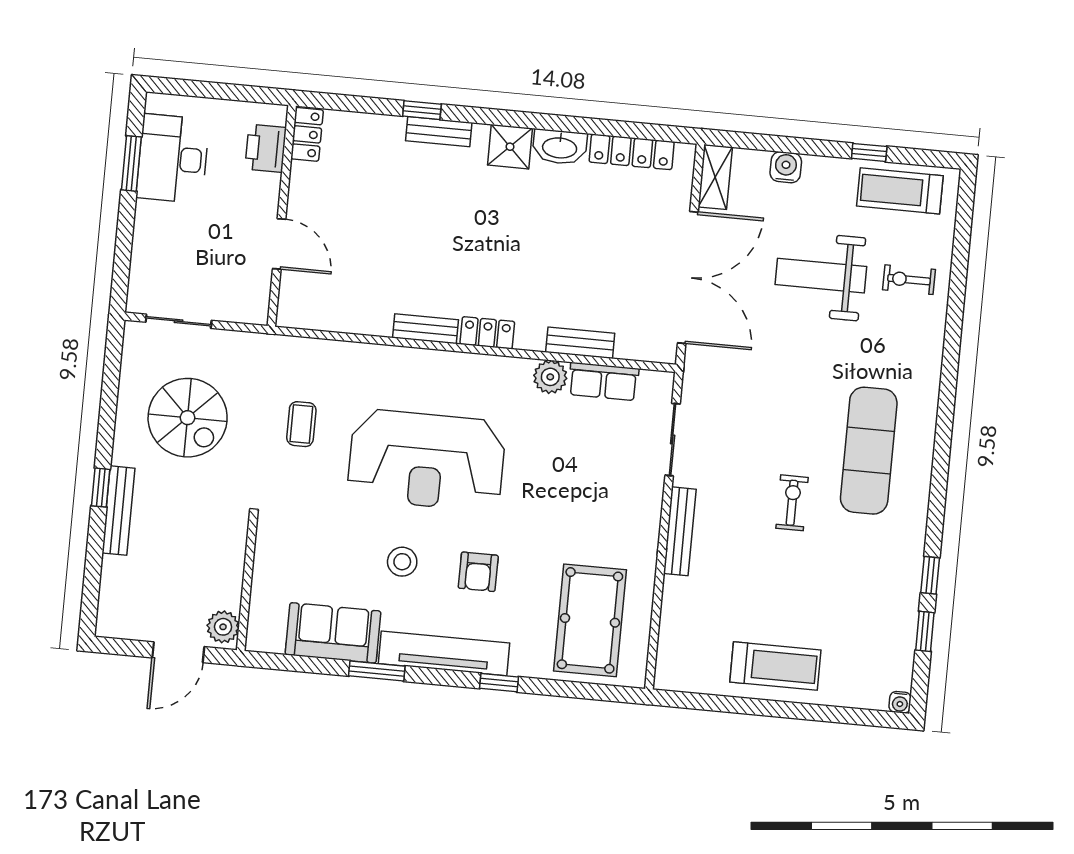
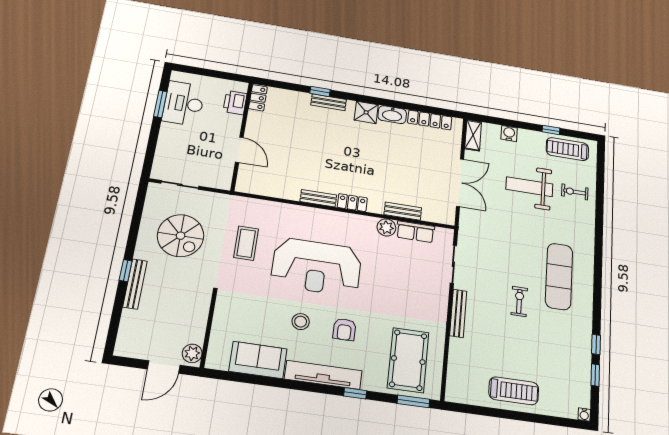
double door: (688, 277) -> (460, 183), width x0.73
coffee table: (301, 424) -> (246, 243), width x1.36, depth x1.30
window: (377, 671) -> (413, 401), moved

